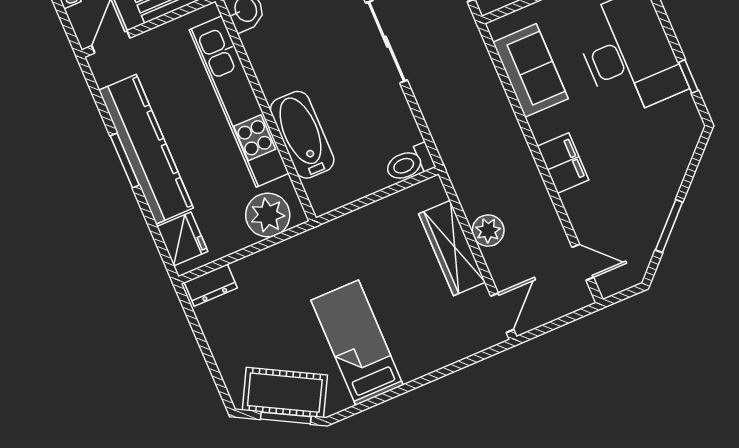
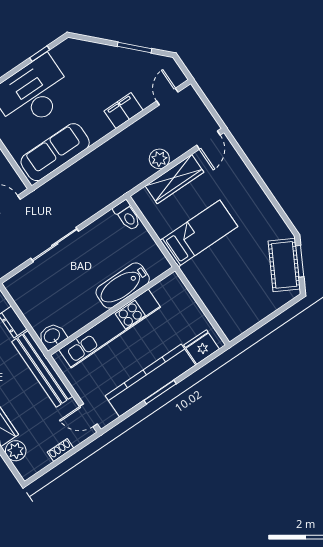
sofa: (530, 70) -> (55, 152), width x1.36
filing cabinet: (563, 163) -> (123, 111), moved
plant: (268, 215) -> (176, 297), removed
dresser: (211, 285) -> (227, 324), removed
door: (502, 313) -> (208, 140), swing flipped
bed: (357, 343) -> (199, 234), moved, turned 180

